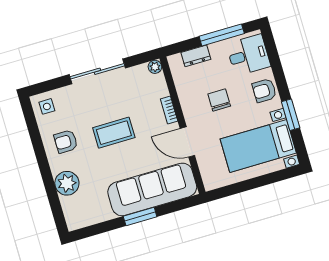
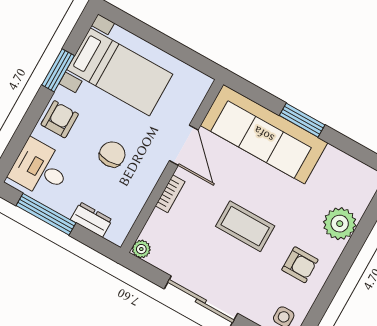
armchair: (264, 91) -> (60, 119), turned -90
chair: (219, 100) -> (112, 154), turned 180

